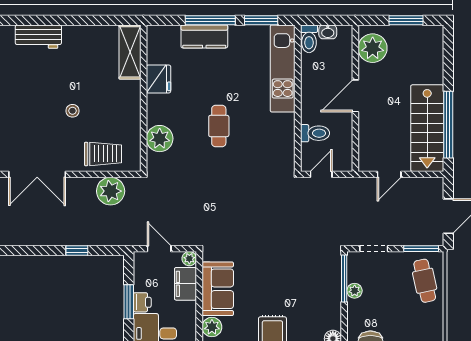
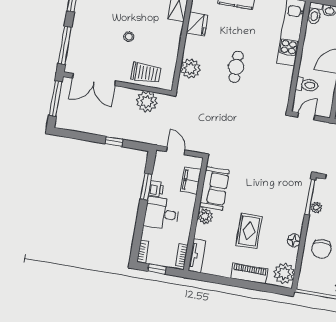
plant: (189, 259) -> (197, 162), removed

